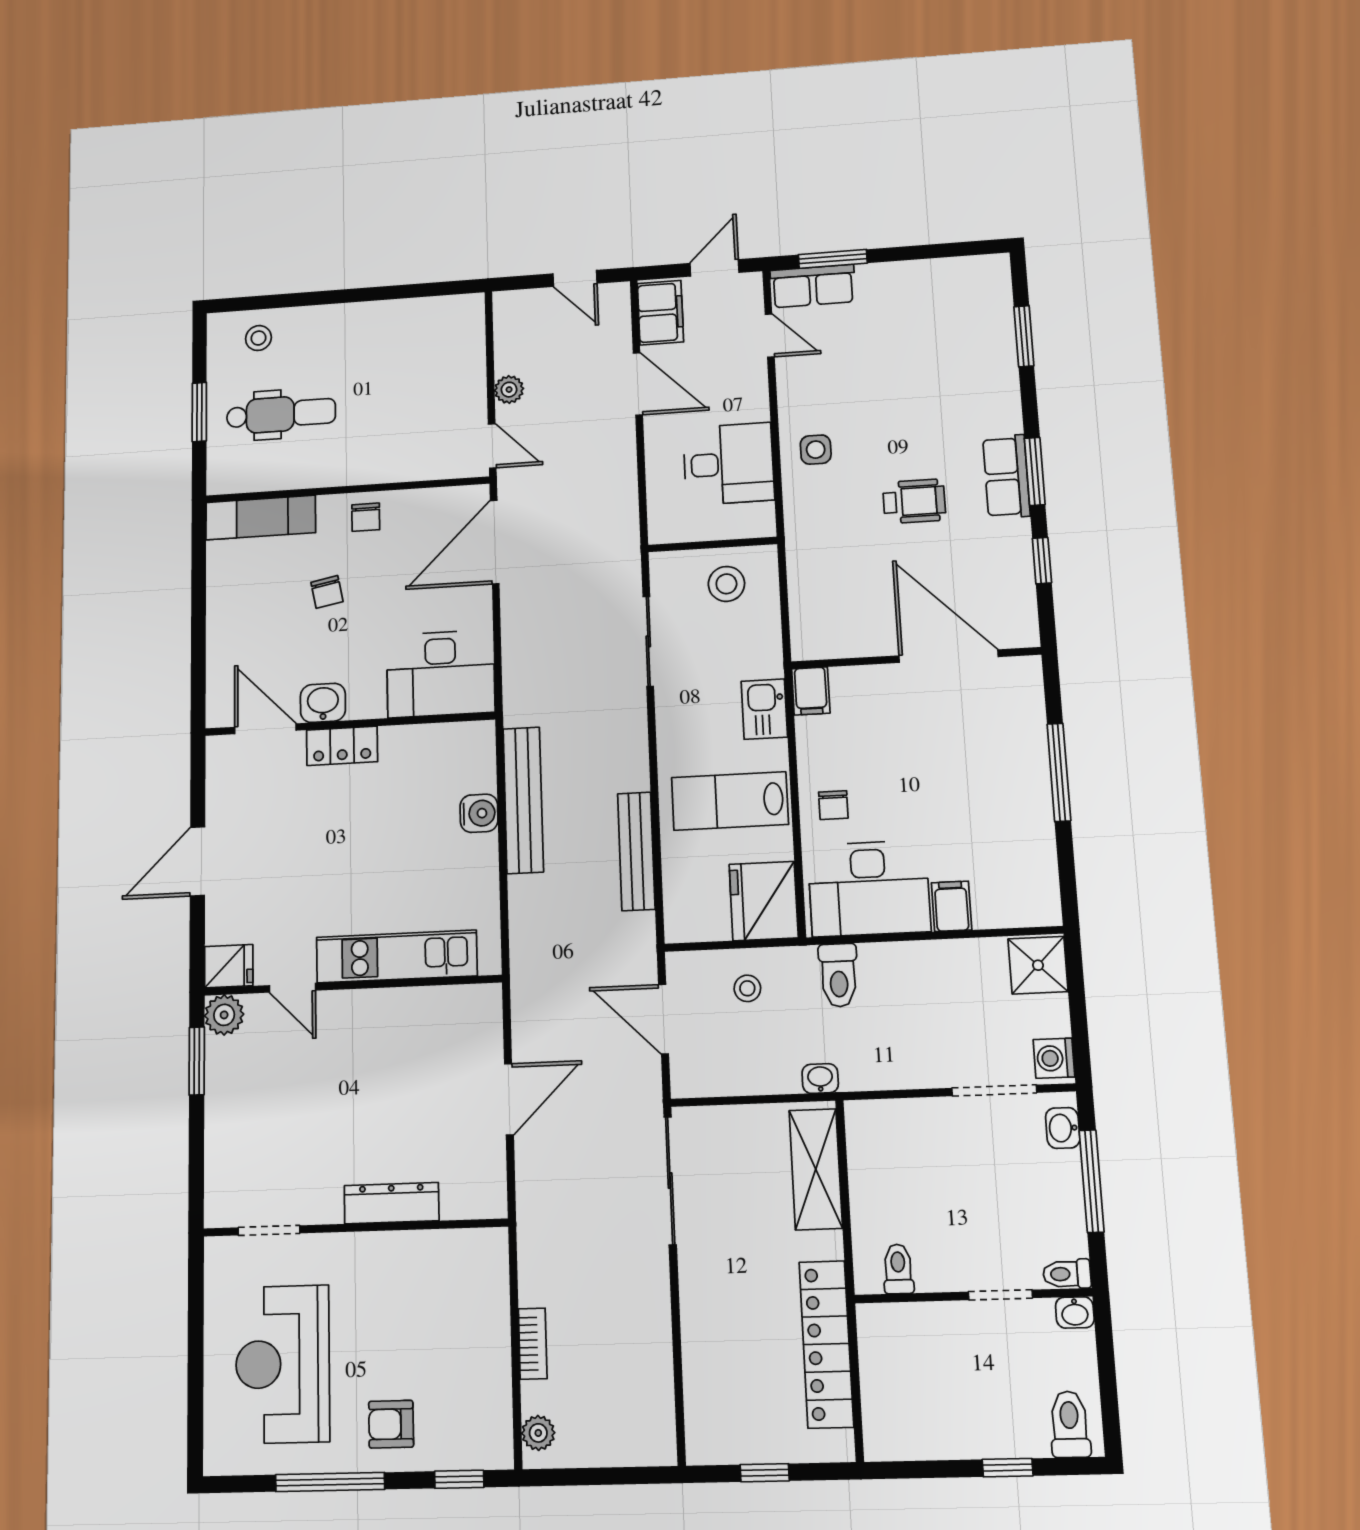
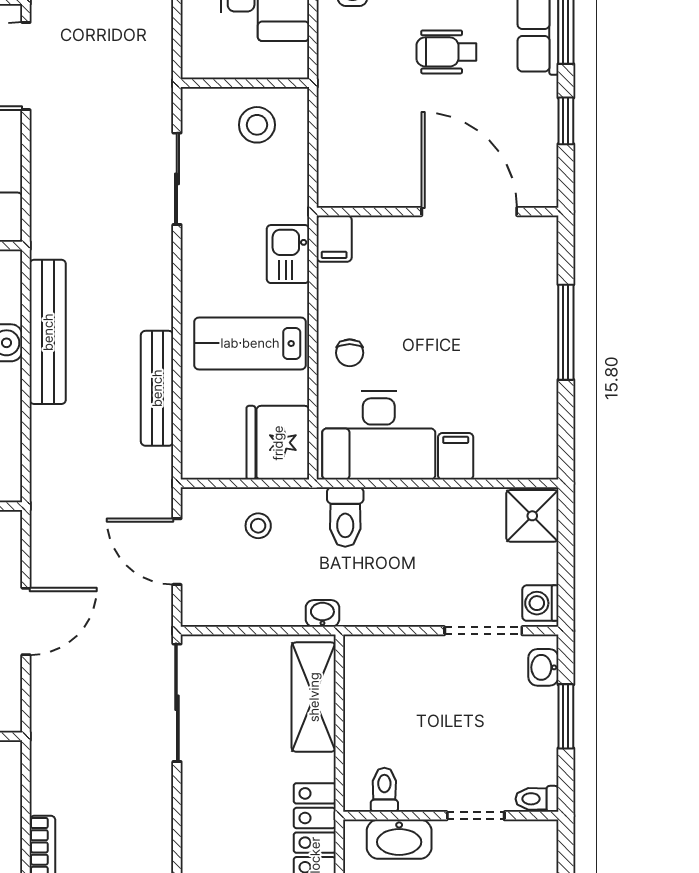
wheelchair: (914, 501) -> (446, 52), turned 180
window: (1092, 1181) -> (566, 716), width x0.69
washbasin: (1075, 1312) -> (399, 839), moved, width x1.91, depth x1.45

